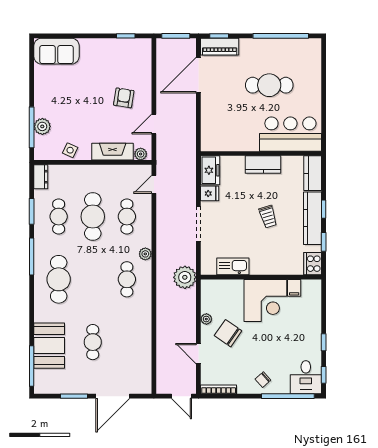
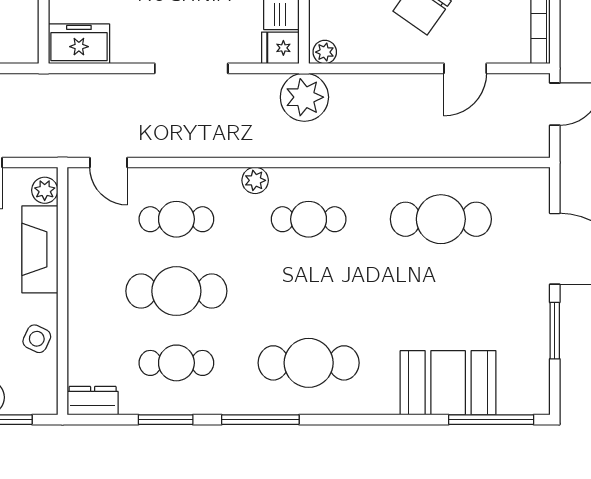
fridge: (210, 193) -> (280, 48), moved, turned -90
plant: (206, 319) -> (325, 52), moved
cafe table: (93, 342) -> (441, 219), moved, width x1.37, depth x1.35

